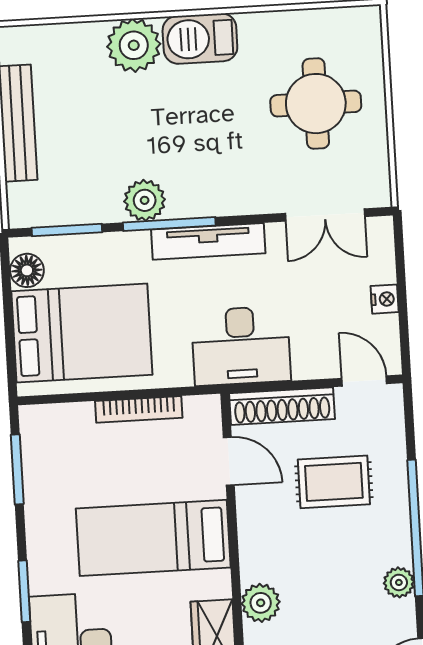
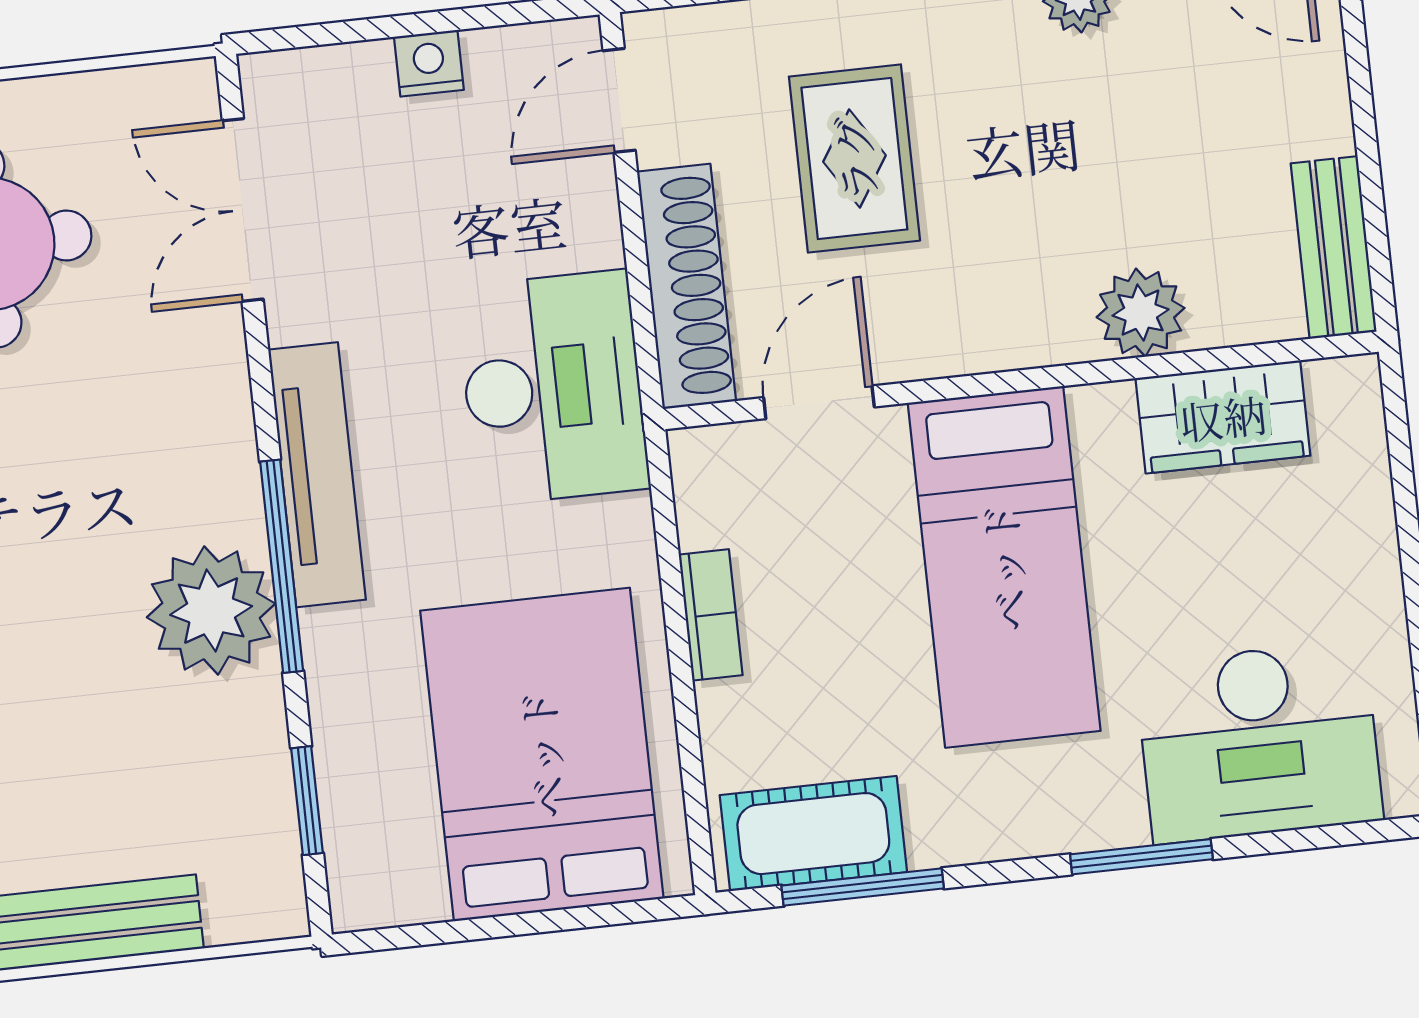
plant: (145, 200) -> (211, 610), width x1.36, depth x1.36
double door: (325, 215) -> (243, 210), swing flipped
window: (67, 230) -> (307, 801), width x0.67
floor lamp: (27, 270) -> (405, 888), removed
bookcase: (139, 409) -> (711, 615), width x0.64
cot: (41, 449) -> (813, 834), added

